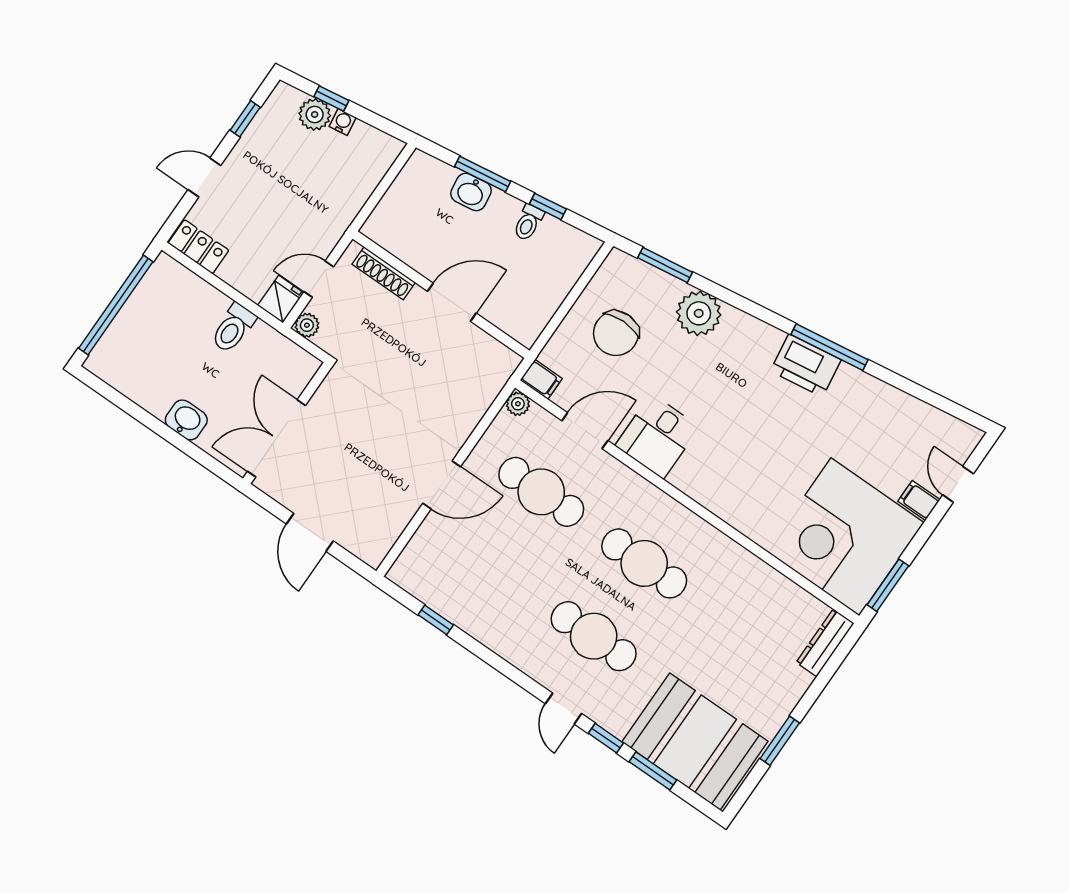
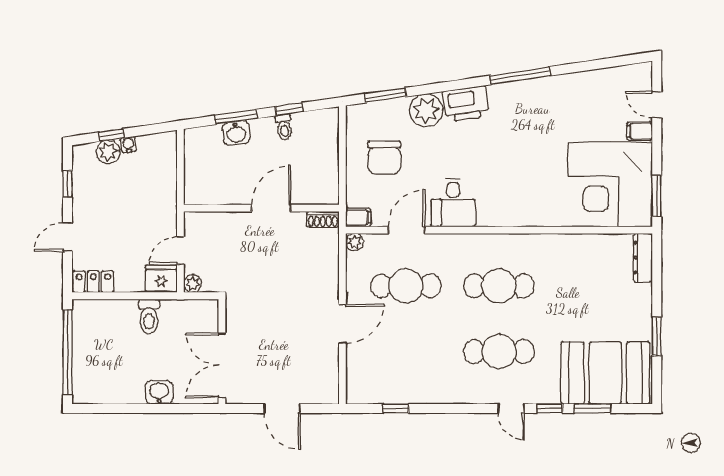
shoe rack: (384, 273) -> (323, 219), moved, width x0.70
fridge: (281, 299) -> (161, 279), width x1.38
printer: (806, 365) -> (466, 104), moved

